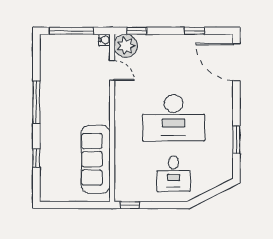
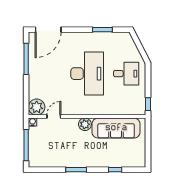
window: (137, 31) -> (26, 99), removed
window: (194, 31) -> (26, 59), width x2.17
window: (36, 102) -> (76, 170), width x0.69
plant: (101, 115) -> (85, 124), added

